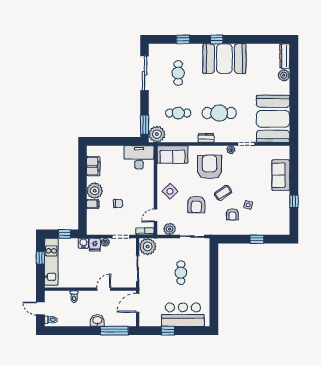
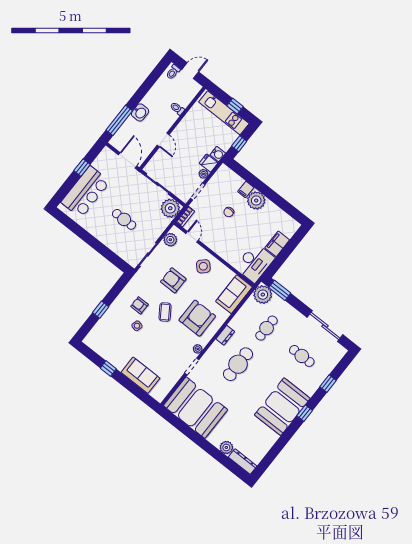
filing cabinet: (93, 166) -> (277, 244), moved, turned 90
armchair: (210, 167) -> (197, 318), turned -90

